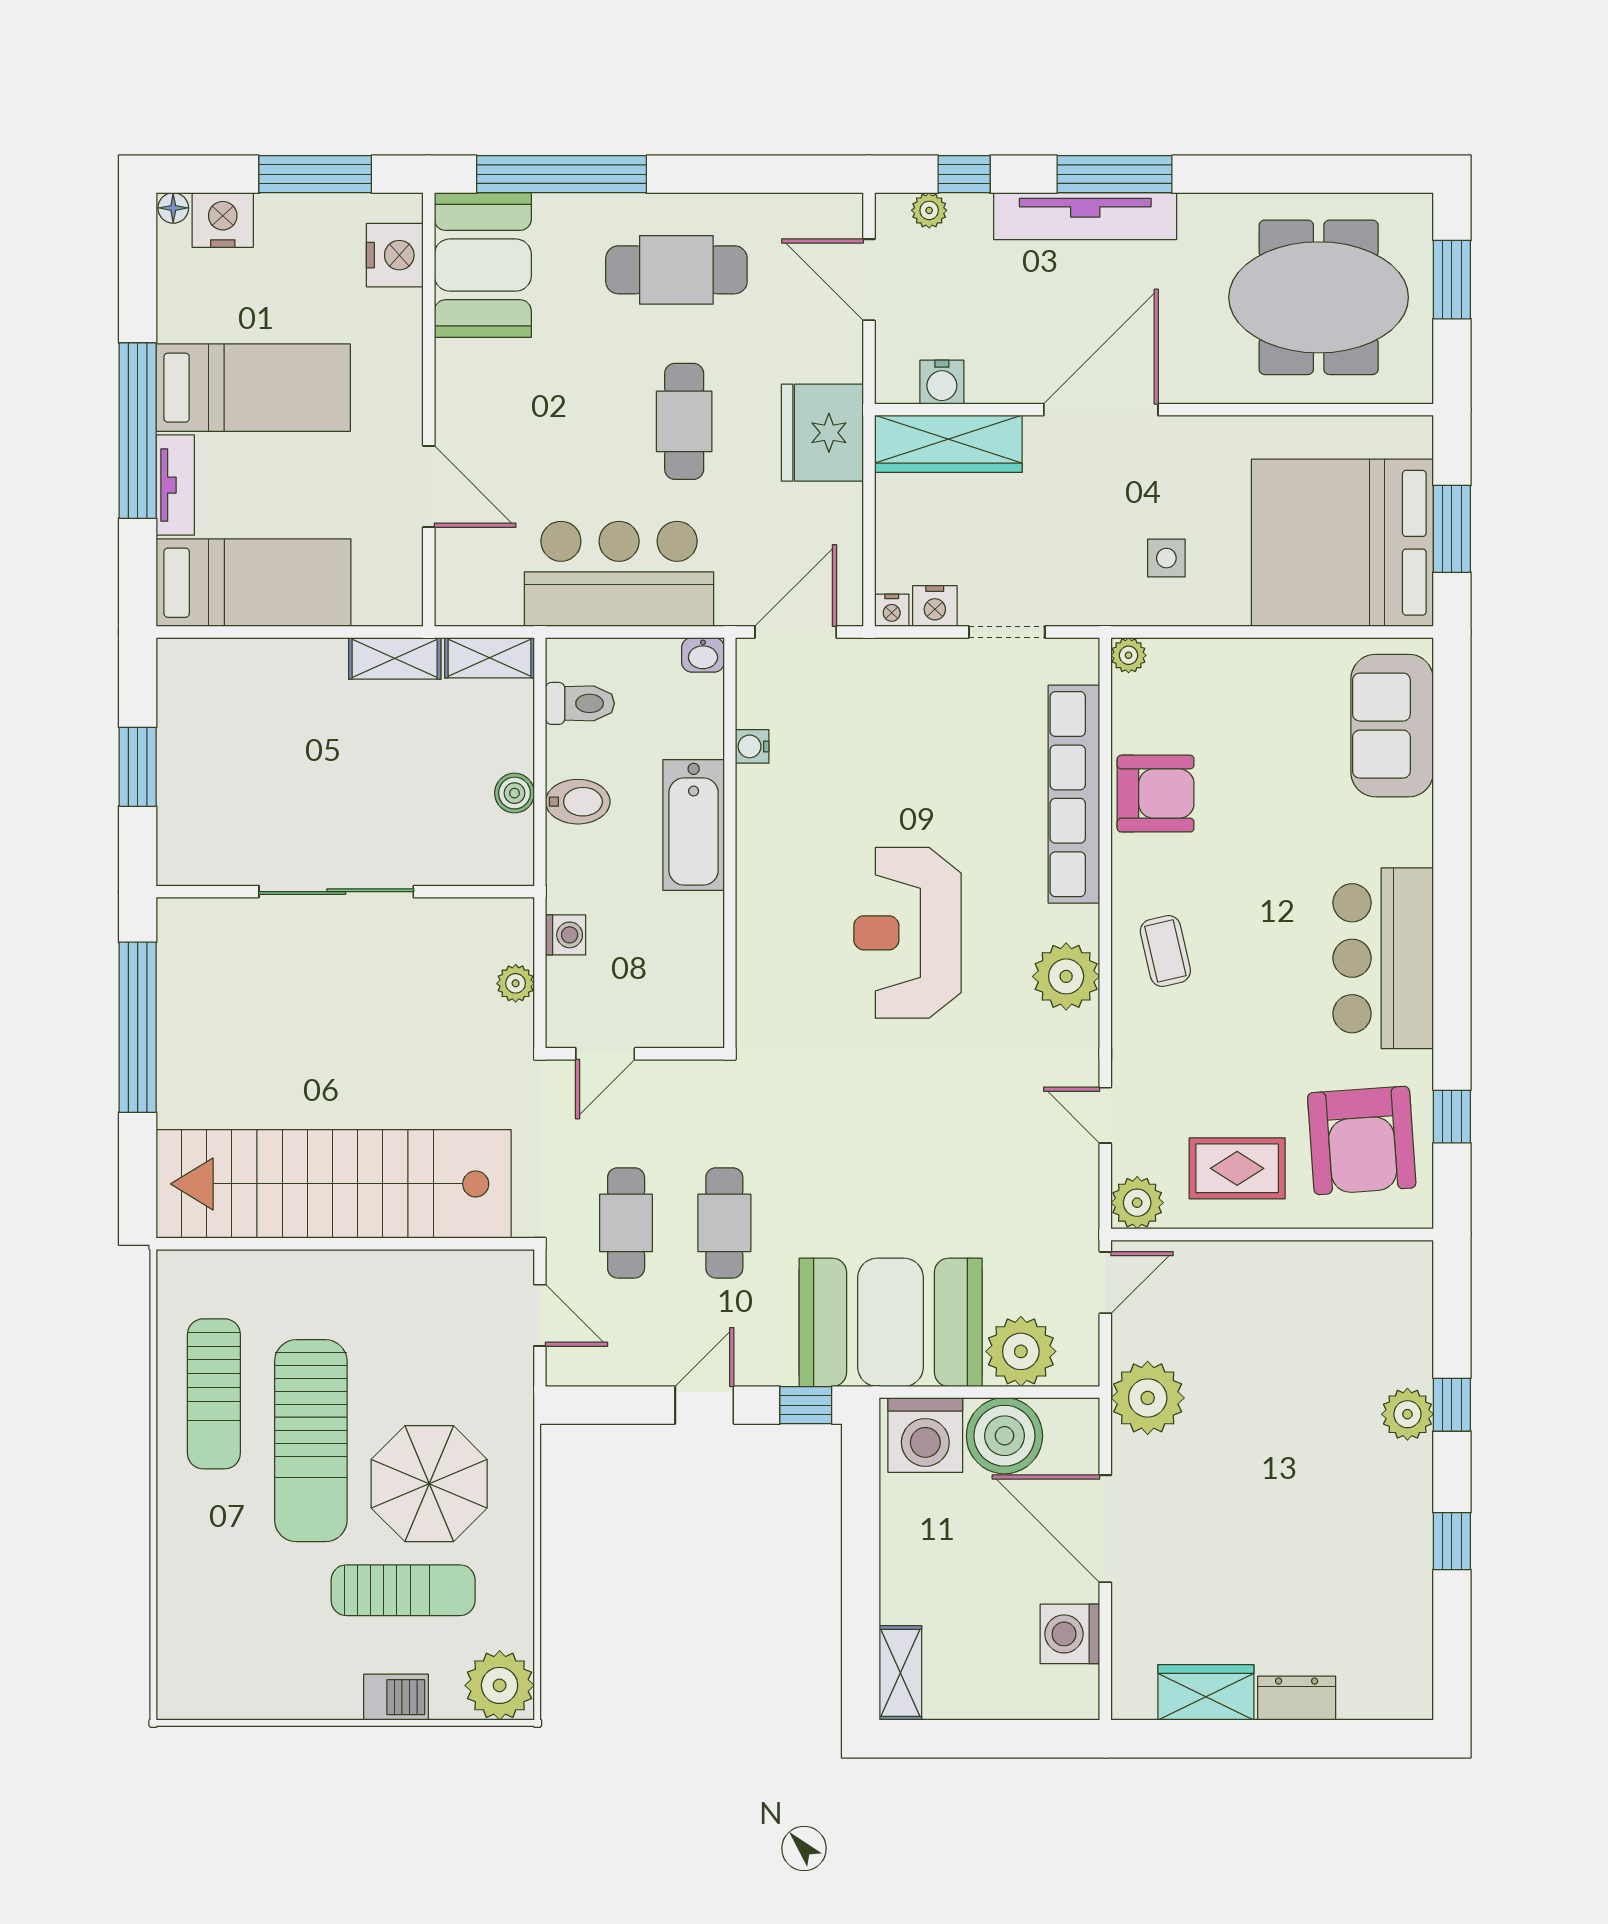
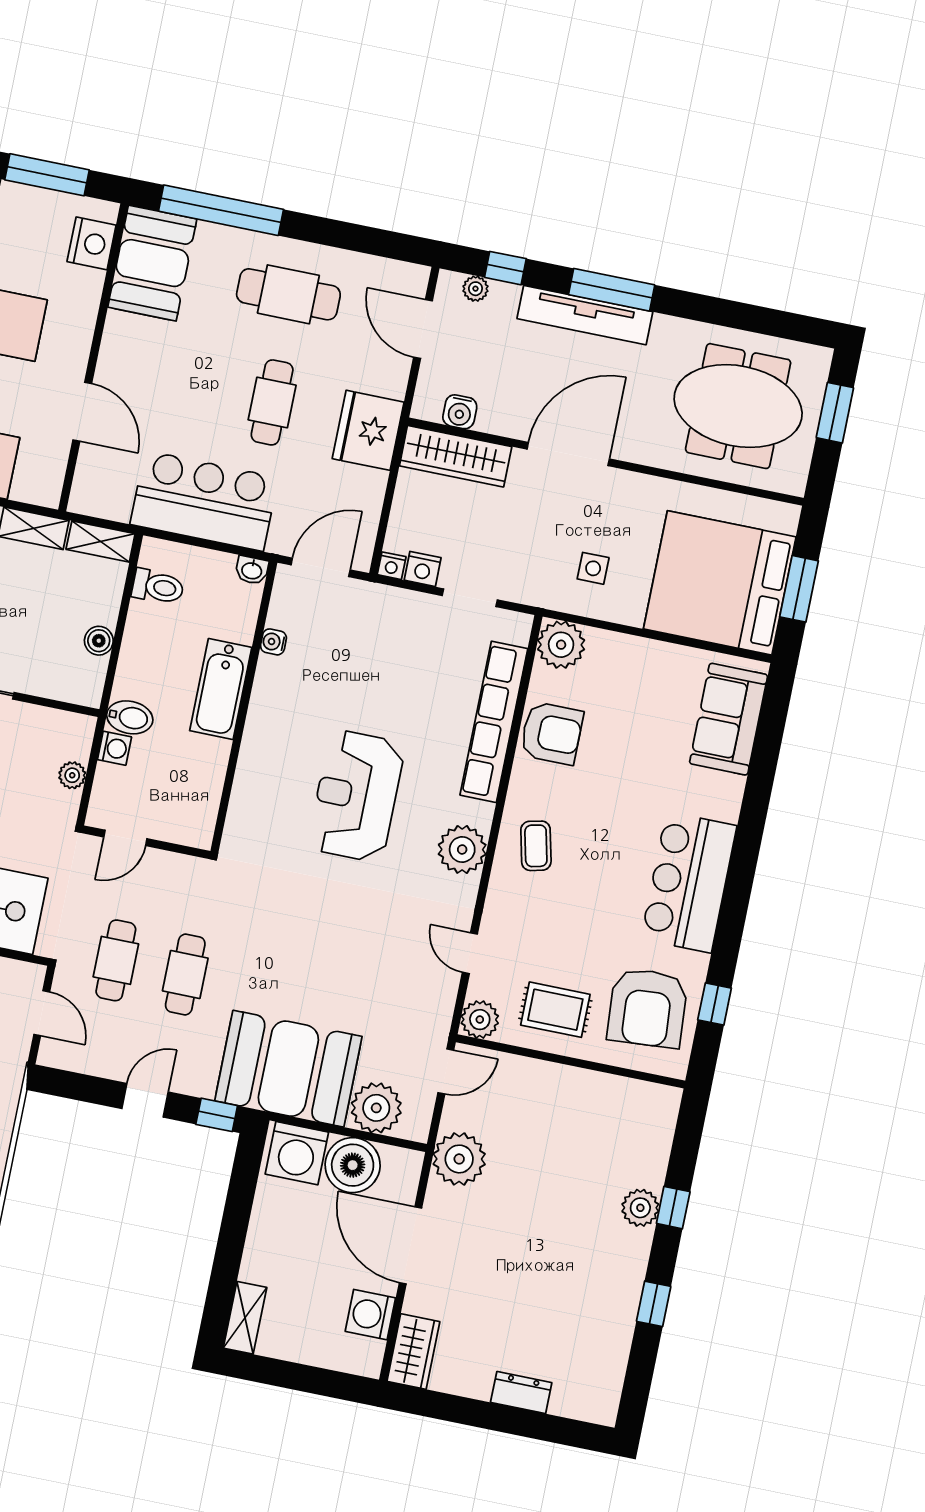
plant: (1129, 655) -> (561, 645), width x1.88, depth x1.88
bidet: (578, 802) -> (130, 717), moved
wardrobe: (1206, 1692) -> (413, 1352), moved, turned 90

